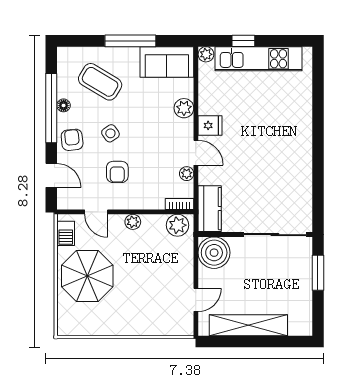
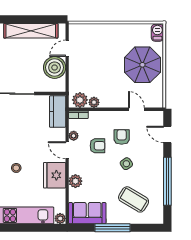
window: (243, 41) -> (34, 228), removed
floor lamp: (64, 105) -> (159, 183), removed
fridge: (210, 125) -> (55, 175), width x1.88, depth x1.34
stool: (269, 127) -> (16, 168), added
armchair: (72, 140) -> (97, 146), moved, turned -84
plant: (133, 222) -> (94, 102), moved
barbecue: (66, 233) -> (157, 33), moved
boiler: (214, 253) -> (55, 67), moved

